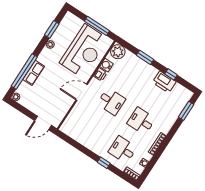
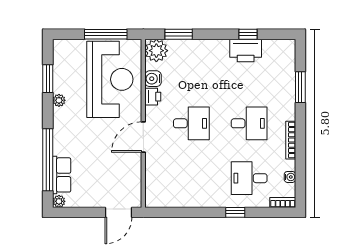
window: (145, 57) -> (179, 34), moved
row of seats: (34, 73) -> (62, 175), moved
window: (186, 111) -> (300, 87), moved
desk: (141, 121) -> (249, 123), turned 180

